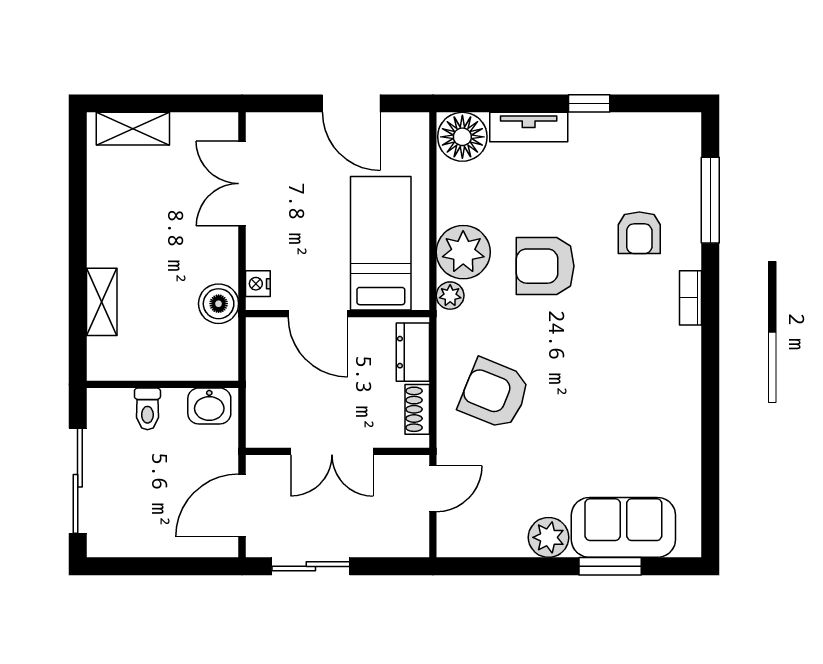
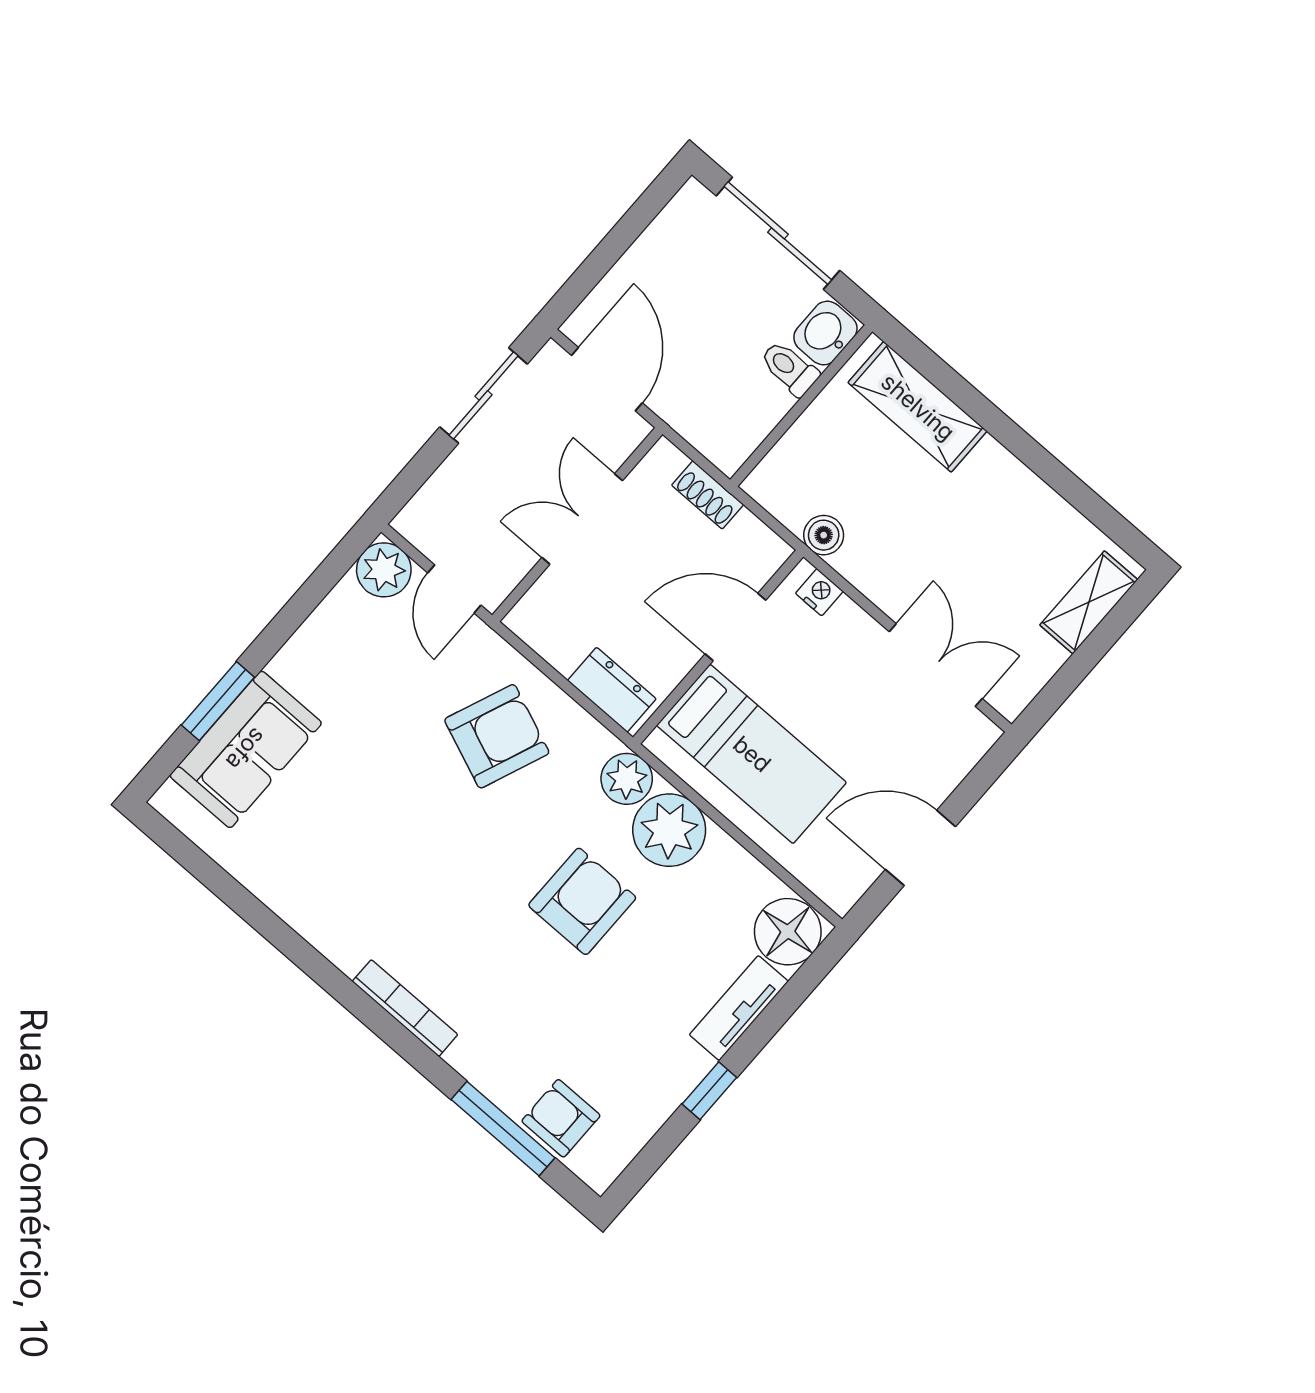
armchair: (639, 233) -> (561, 1118), moved
plant: (450, 296) -> (627, 779), width x1.38, depth x1.38
bookcase: (690, 298) -> (405, 1008), width x1.56
shelving: (102, 302) -> (918, 407), width x1.50, depth x1.33
boiler: (219, 304) -> (824, 535), width x0.73, depth x0.73
washbasin: (209, 406) -> (825, 333), moved
shoe rack: (417, 409) -> (708, 495), moved, turned 180
plant: (549, 537) -> (384, 570), moved

